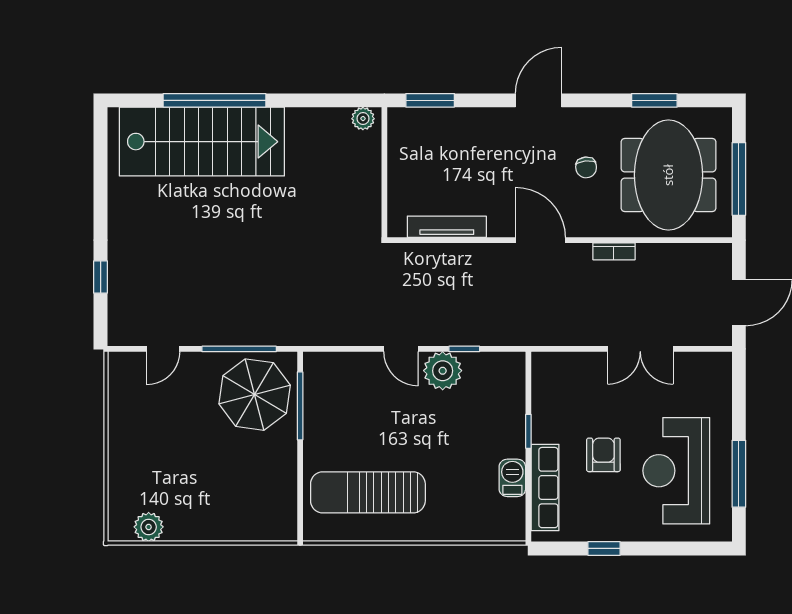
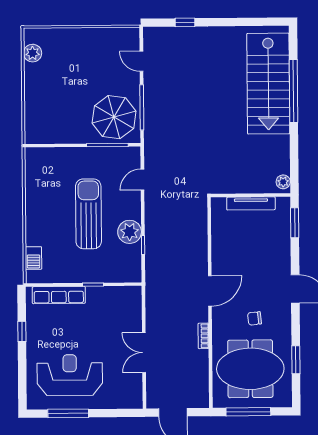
tv unit: (447, 227) -> (251, 203), moved, turned 90
door: (401, 349) -> (142, 180), moved
armchair: (603, 455) -> (79, 331), removed
barbecue: (512, 478) -> (33, 258), moved, turned 90
sun lounger: (368, 492) -> (88, 214), moved

